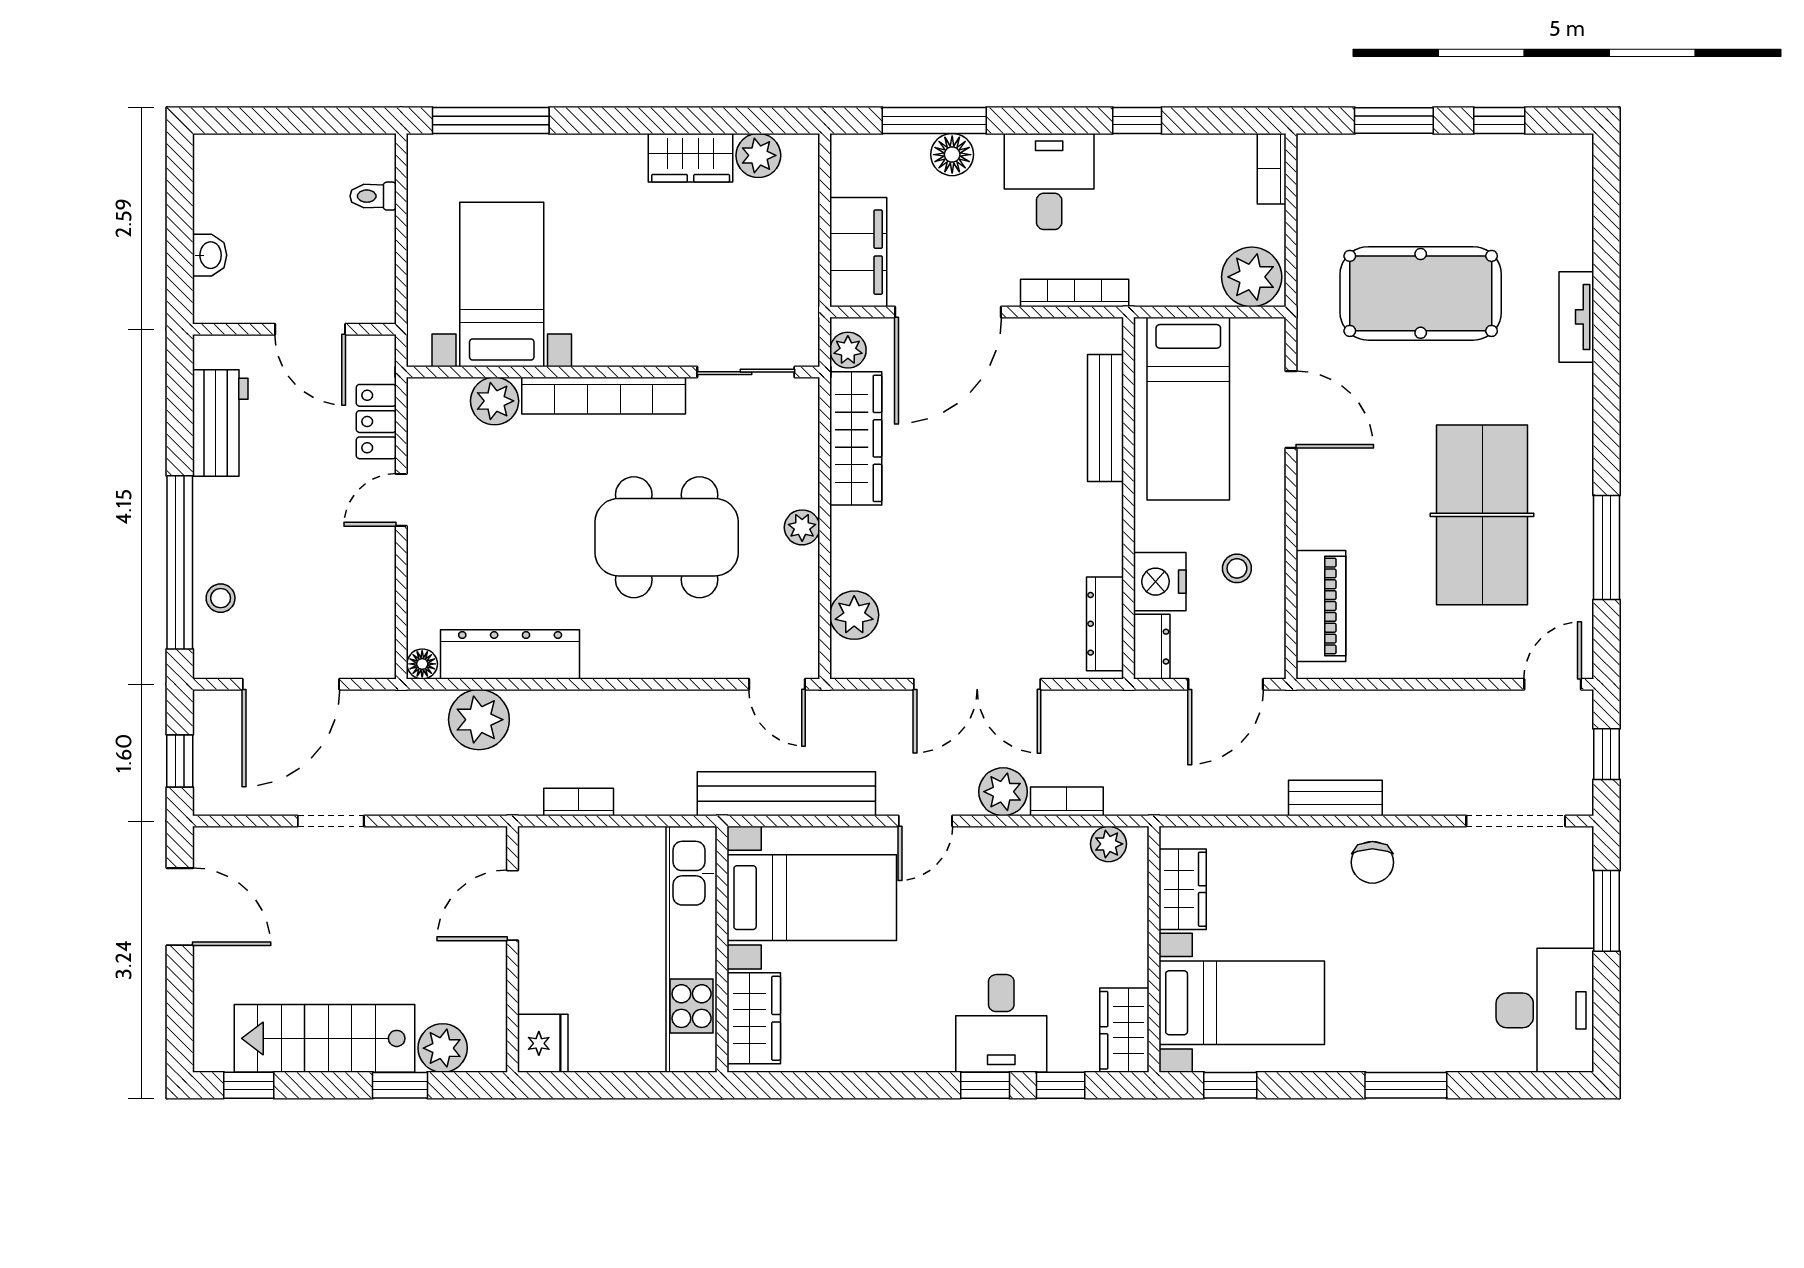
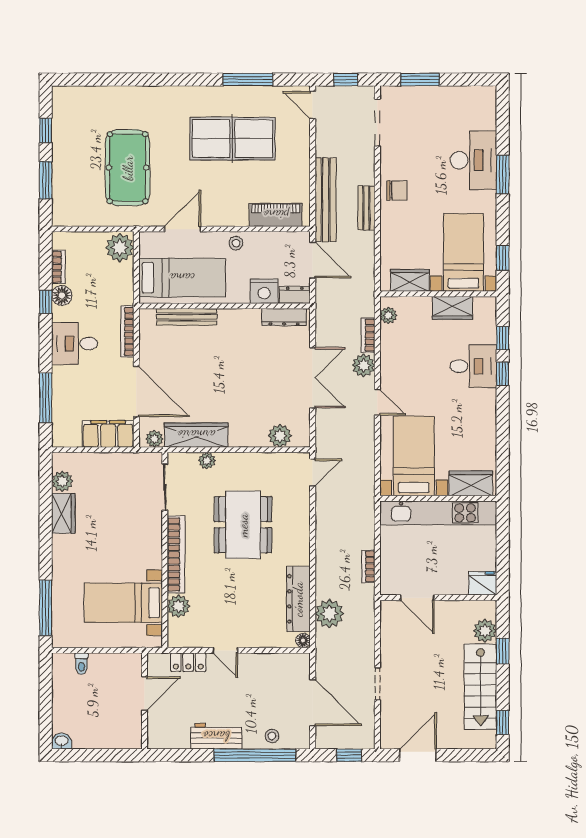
floor lamp: (952, 155) -> (62, 295), moved
bookcase: (1272, 169) -> (58, 267), moved, turned -90
washbasin: (210, 255) -> (62, 741), moved
tv unit: (1576, 317) -> (139, 94), removed
workbench: (220, 423) -> (216, 736), moved
plant: (802, 527) -> (207, 461), moved
stool: (1237, 568) -> (236, 243), moved
bench: (786, 794) -> (326, 200), moved
desk: (1545, 1010) -> (473, 160), moved, turned 90
wardrobe: (1124, 1030) -> (452, 308), moved

